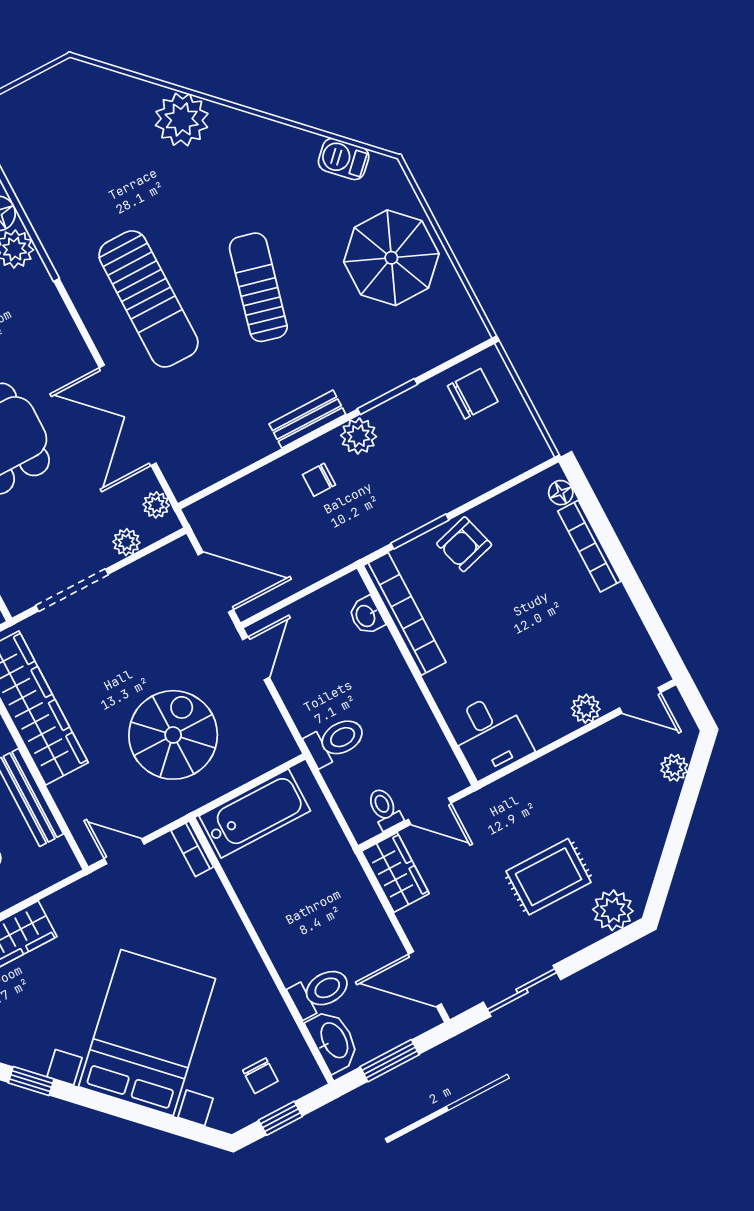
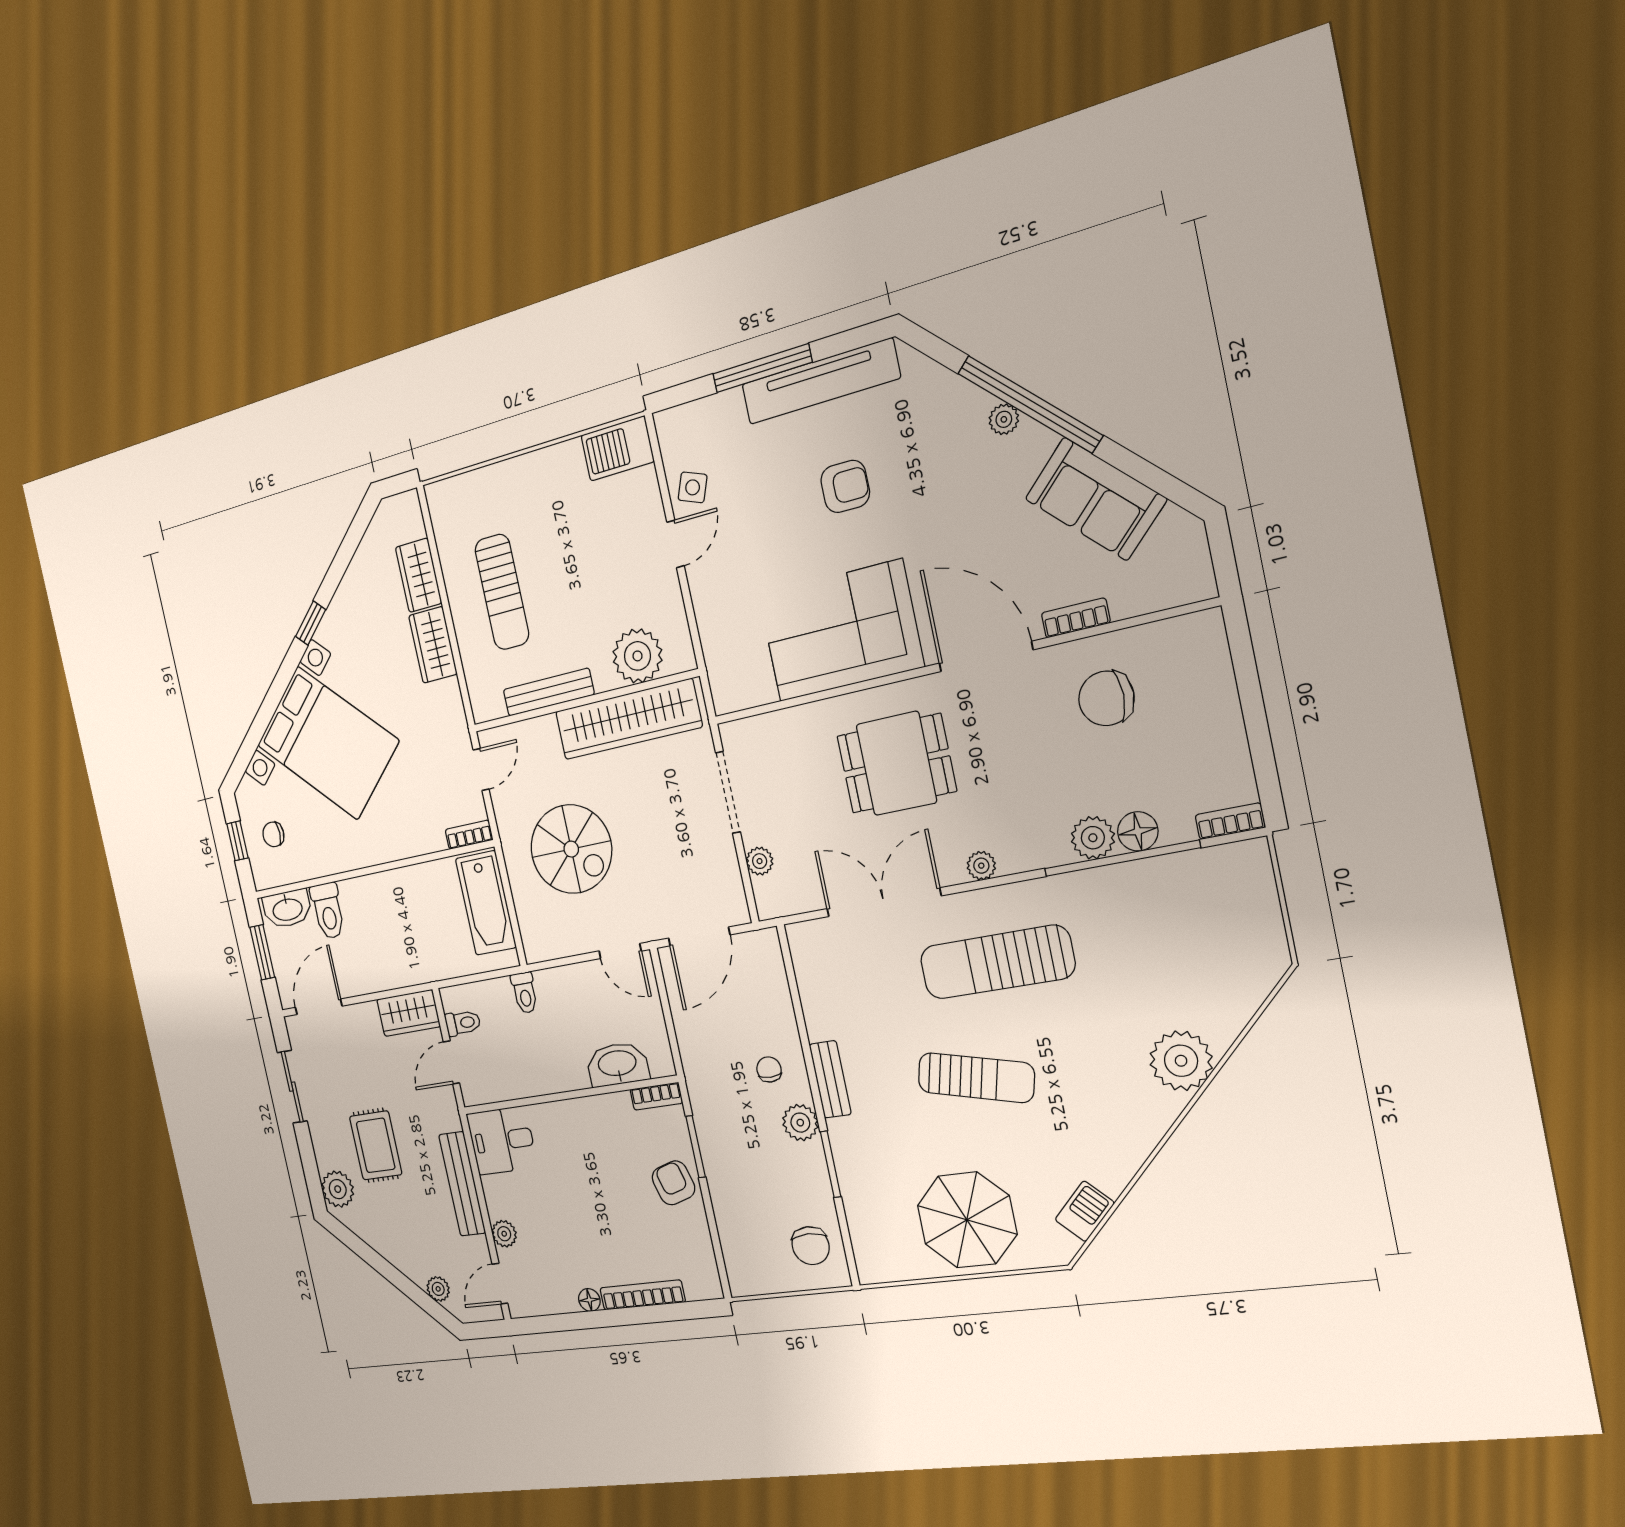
floor lamp: (561, 493) -> (589, 1300), moved
plant: (156, 505) -> (981, 866), moved
bookcase: (405, 614) -> (656, 1096), width x0.43, depth x0.76
washbasin: (366, 616) -> (617, 1064), width x1.91, depth x1.45
toilet: (336, 741) -> (525, 993), width x0.73, depth x0.72
bench: (552, 768) -> (462, 1184), added

